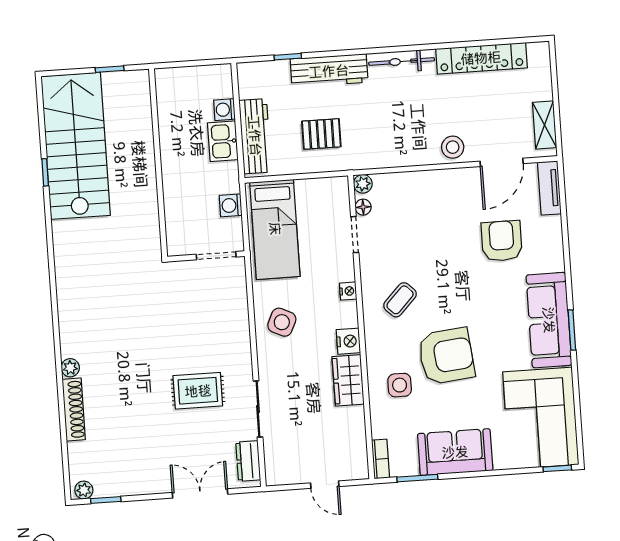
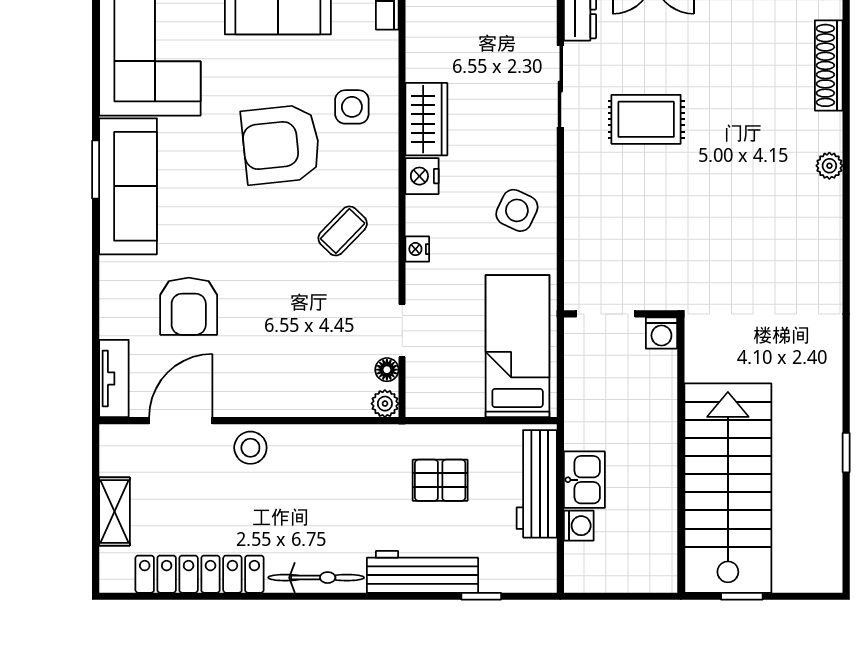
shelving: (545, 125) -> (114, 512), moved
stairs: (76, 146) -> (728, 488), moved, turned 180
washing machine: (231, 205) -> (661, 333), moved, turned 90
shoe rack: (74, 409) -> (829, 65), moved

